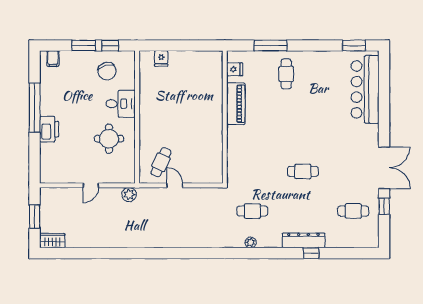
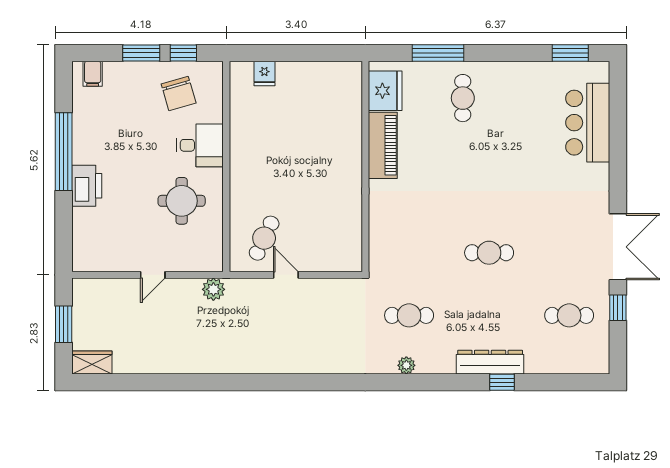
fridge: (235, 69) -> (385, 91), width x1.88, depth x1.34
bar counter: (365, 89) -> (588, 123), width x0.73

